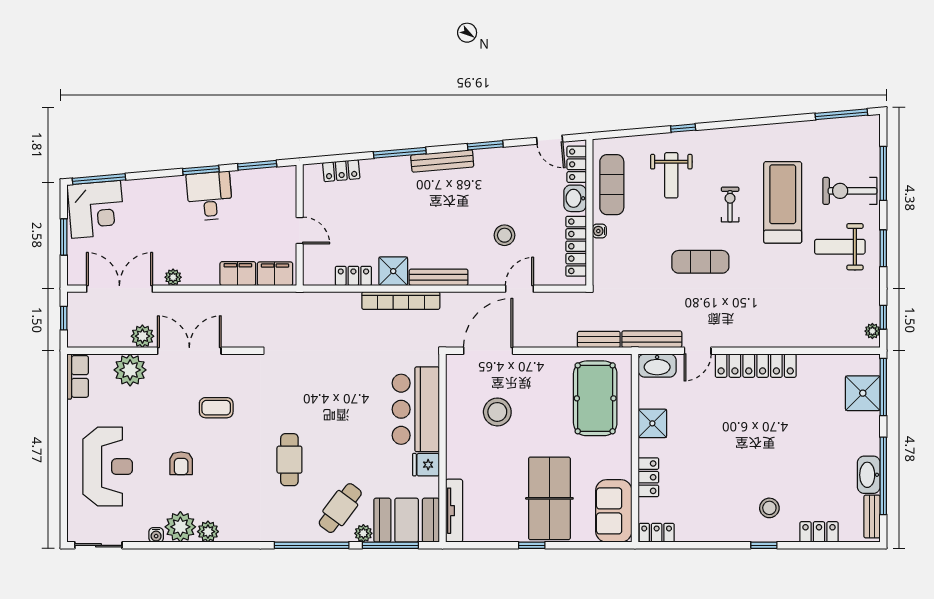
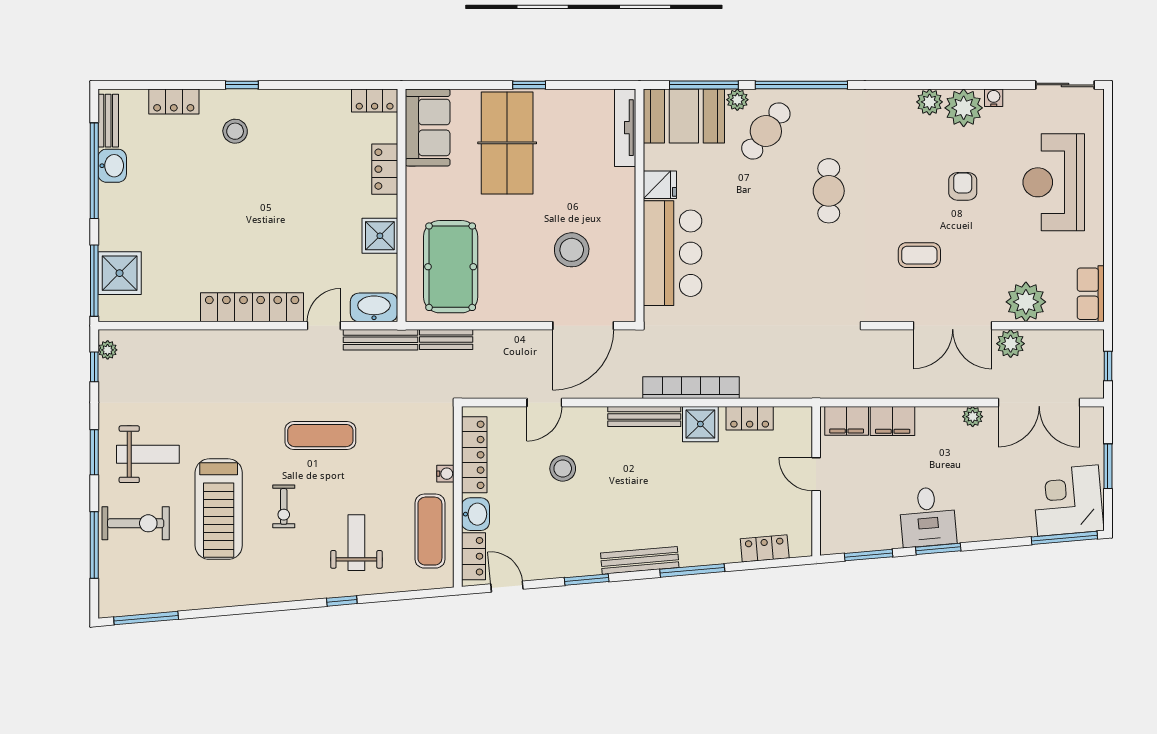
washbasin: (869, 475) -> (112, 166), width x0.72

